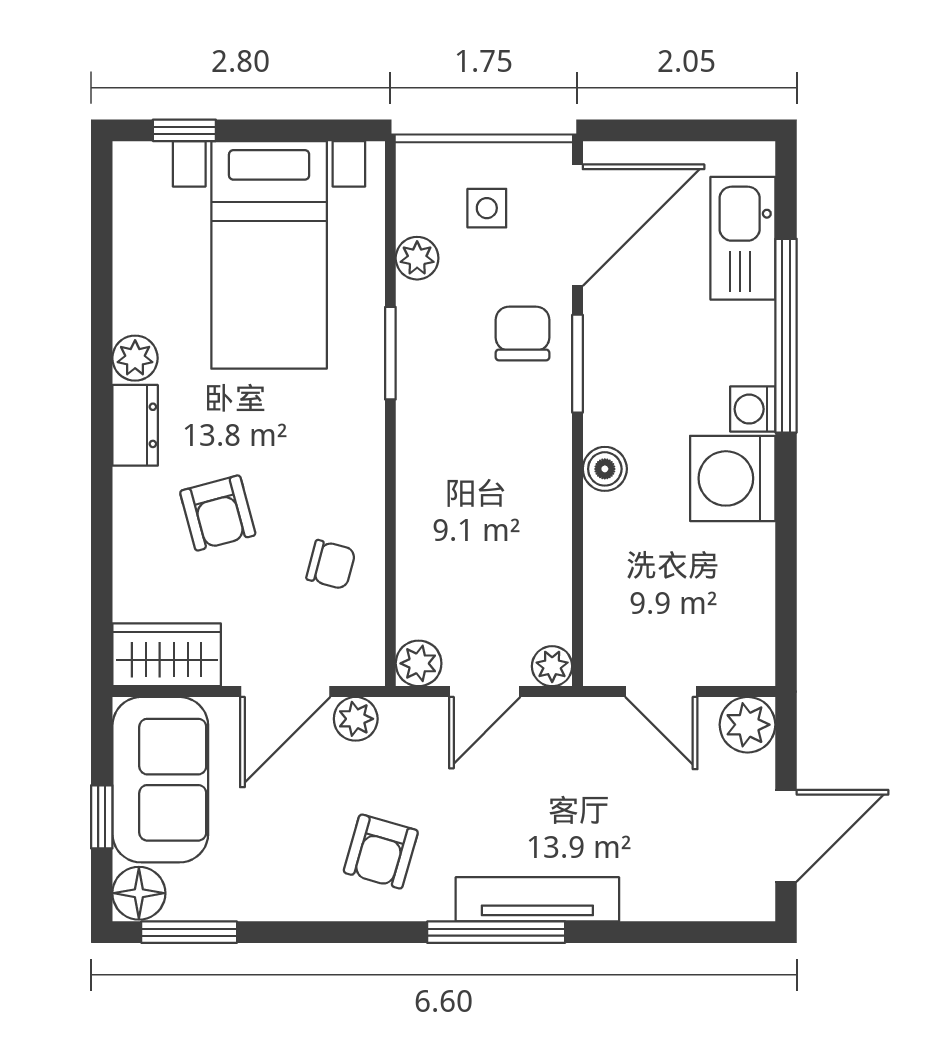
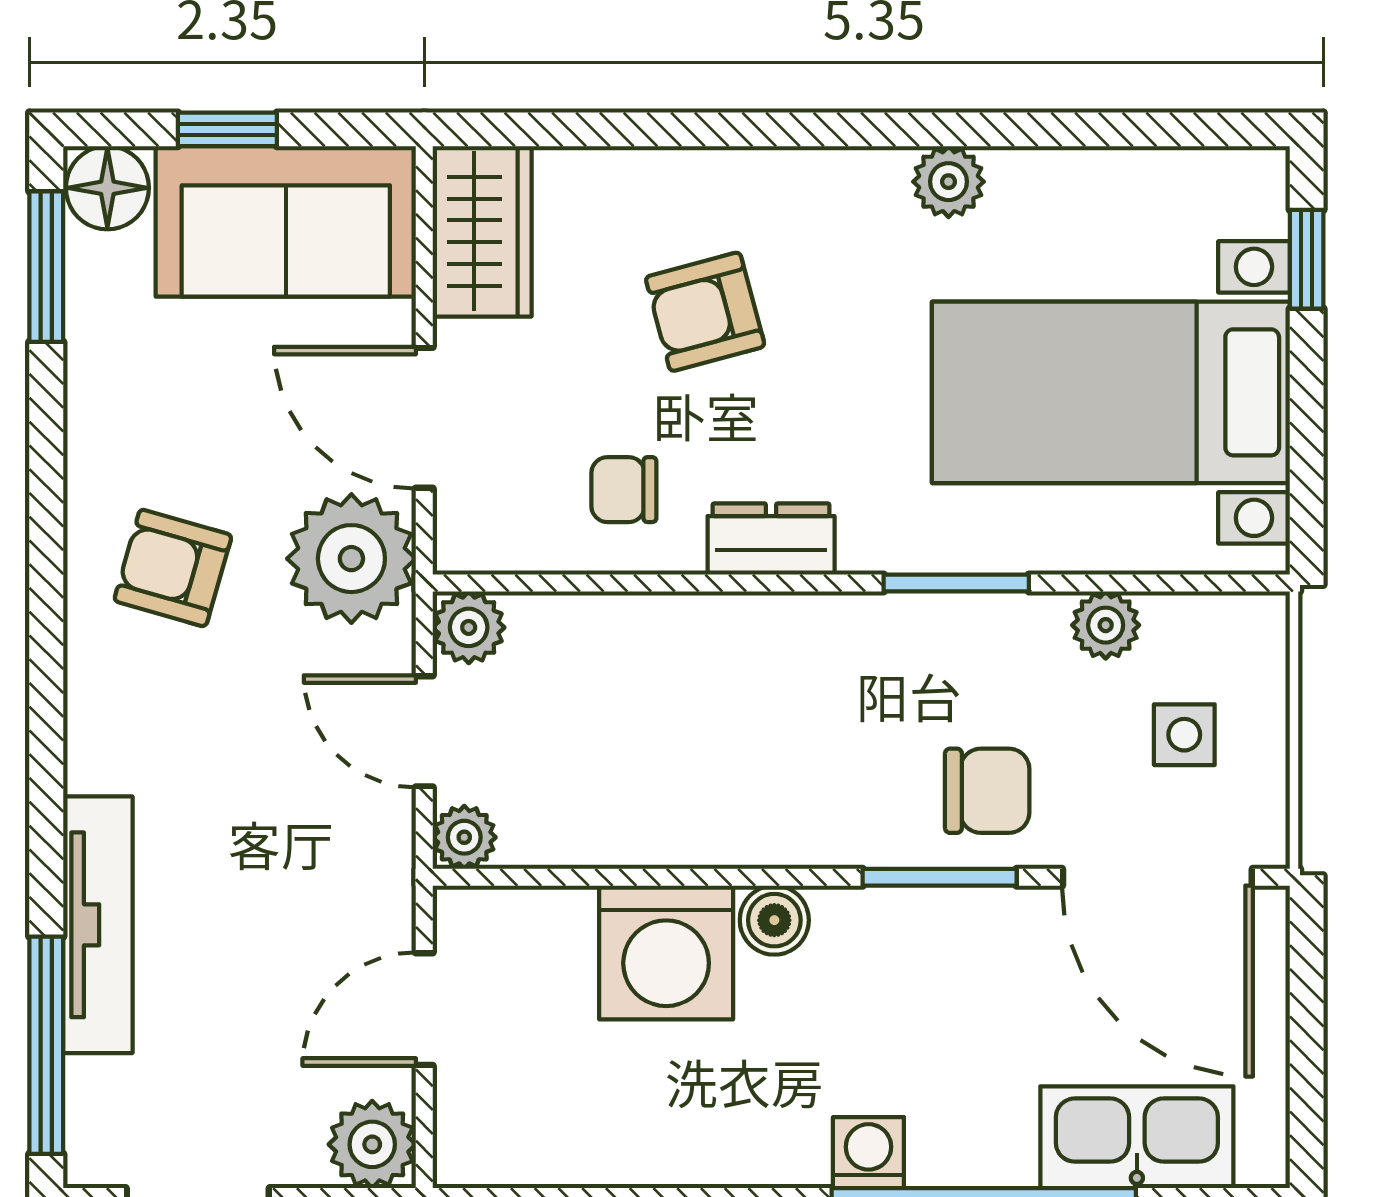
dresser: (135, 425) -> (771, 539), moved, turned 180
washing machine: (733, 478) -> (666, 953), moved, turned 180
chair: (331, 565) -> (624, 490), turned 75
plant: (356, 719) -> (351, 559), width x1.87, depth x1.87
tv unit: (537, 899) -> (98, 925), moved
window: (496, 932) -> (46, 1045), moved

